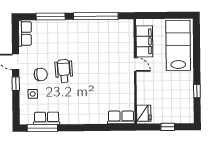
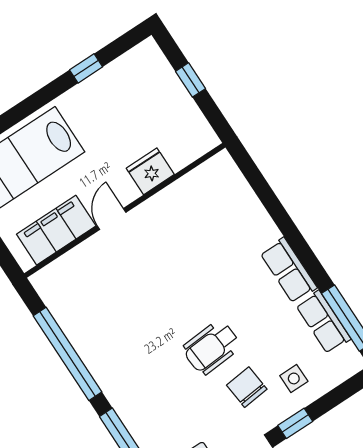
fridge: (144, 113) -> (150, 171), moved
row of seats: (121, 117) -> (289, 270), moved

